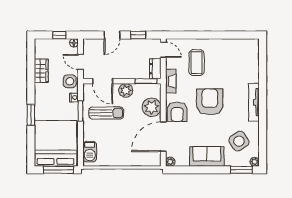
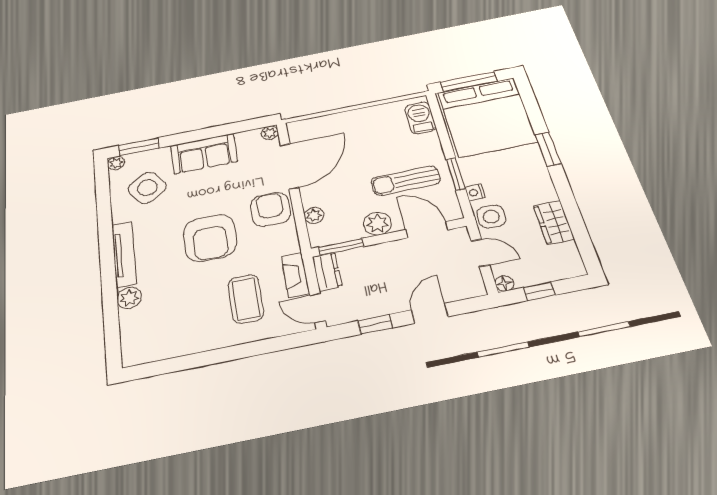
plant: (253, 76) -> (129, 298), added
fireplace: (171, 81) -> (295, 275), moved
plant: (152, 107) -> (314, 215), width x0.53, depth x0.53

